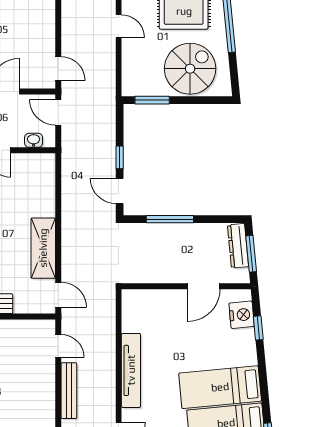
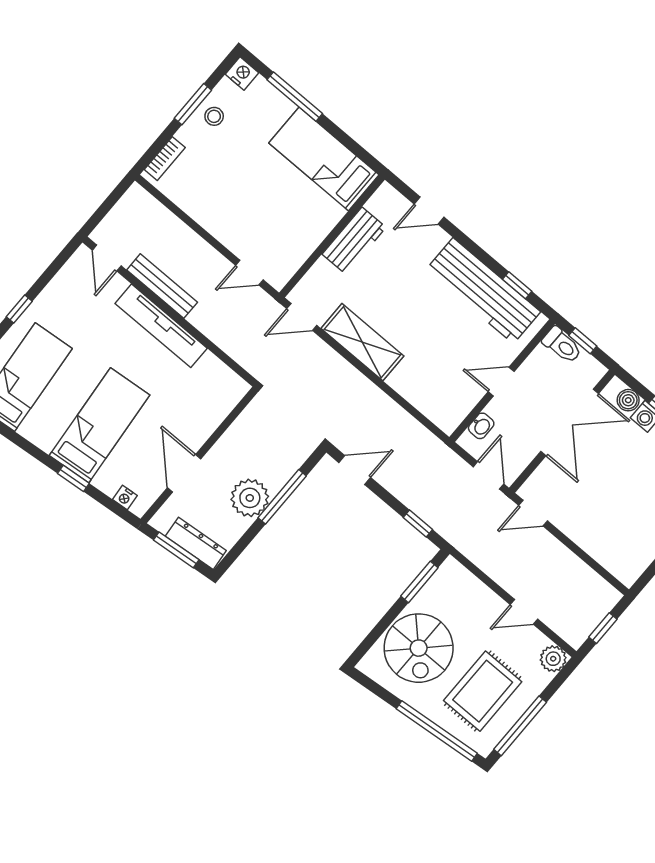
door: (58, 112) -> (488, 475), hinge flipped
window: (120, 157) -> (418, 524), moved
plant: (186, 237) -> (250, 498), added
nightstand: (242, 315) -> (125, 498), width x0.53, depth x0.56
window: (258, 328) -> (73, 478), moved
bed: (220, 387) -> (100, 425), moved
bench: (69, 391) -> (162, 286), moved

